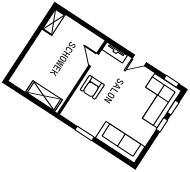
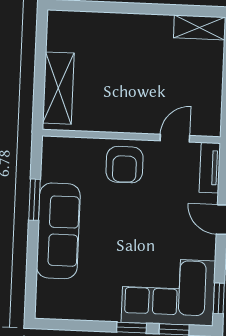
armchair: (92, 87) -> (125, 165), turned -90
sofa: (120, 142) -> (58, 231), moved

